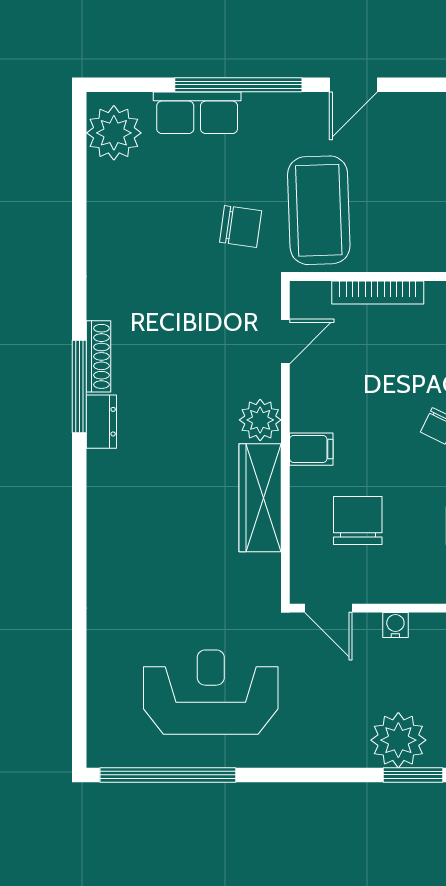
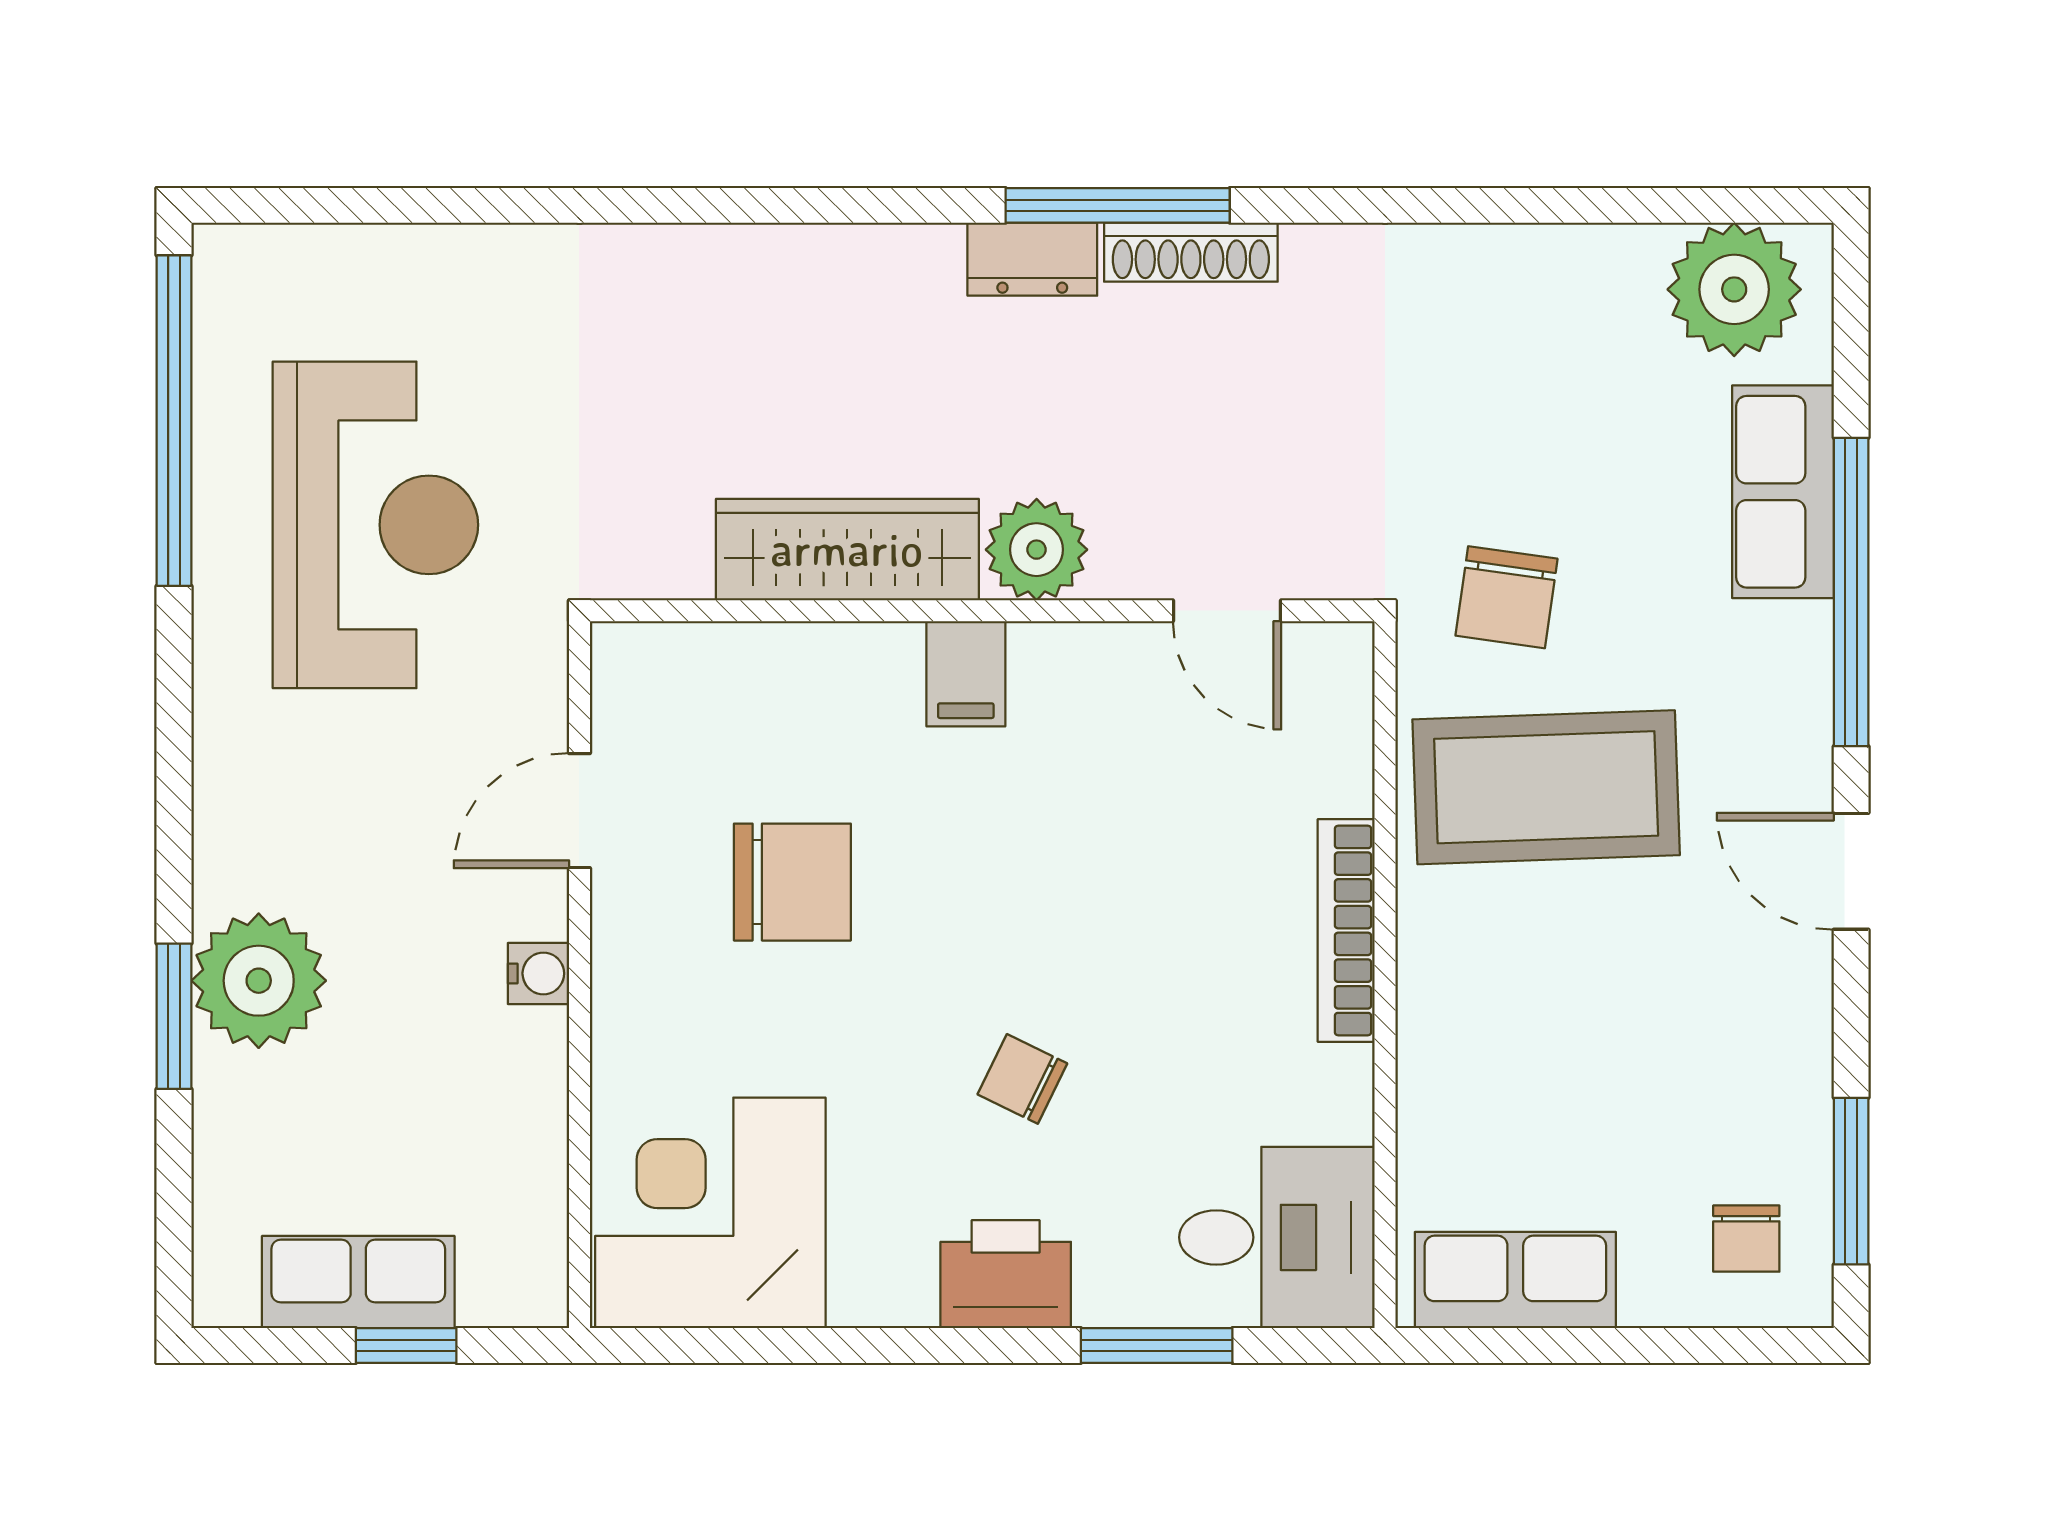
door: (285, 342) -> (1227, 611), moved
plant: (260, 420) -> (1037, 550), moved
wall: (285, 442) -> (982, 611), moved
filing cabinet: (311, 449) -> (966, 674), moved
wardrobe: (260, 498) -> (847, 550), moved

